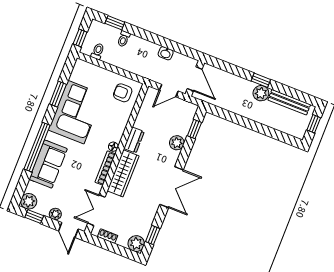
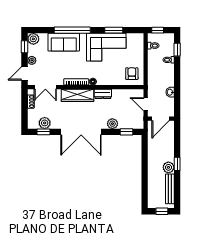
double door: (172, 187) -> (81, 132), width x1.36
double door: (96, 210) -> (45, 87), swing flipped
plant: (136, 244) -> (45, 123), moved

